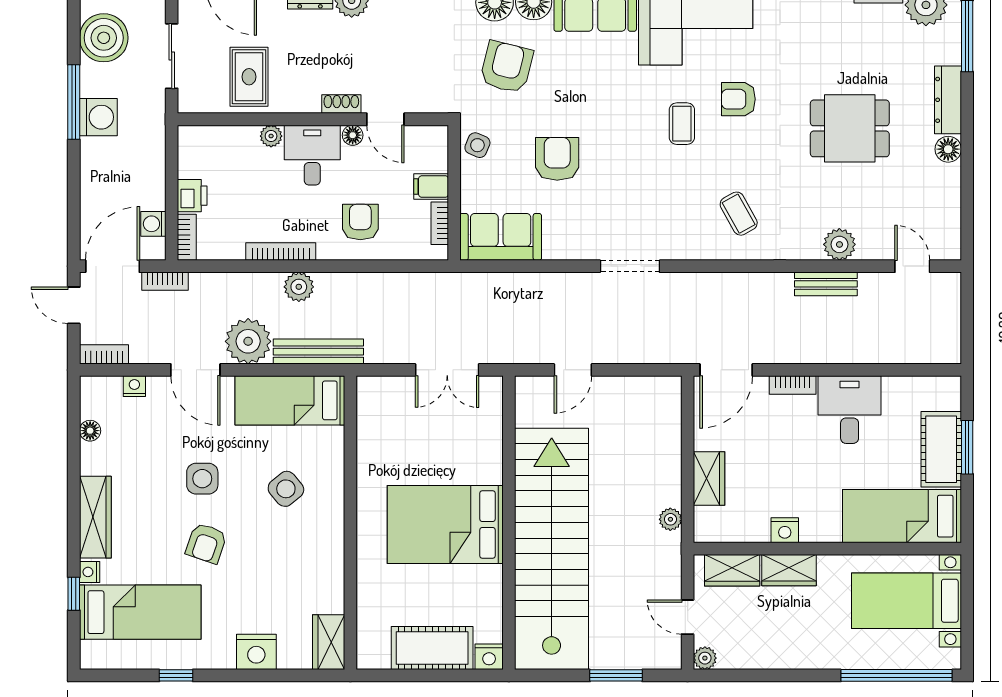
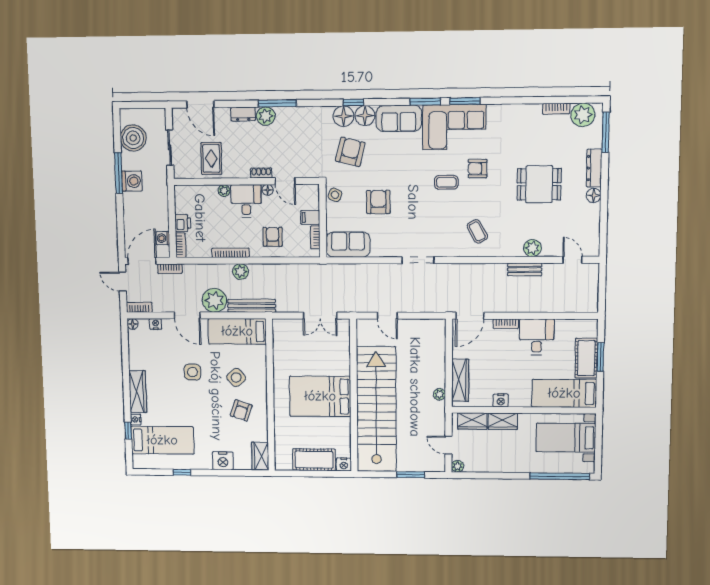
coffee table: (682, 124) -> (446, 182), turned 90
door: (573, 370) -> (387, 316), hinge flipped
floor lamp: (90, 431) -> (133, 324), moved
wardrobe: (709, 479) -> (460, 380), width x1.50
armchair: (206, 543) -> (241, 410), moved

